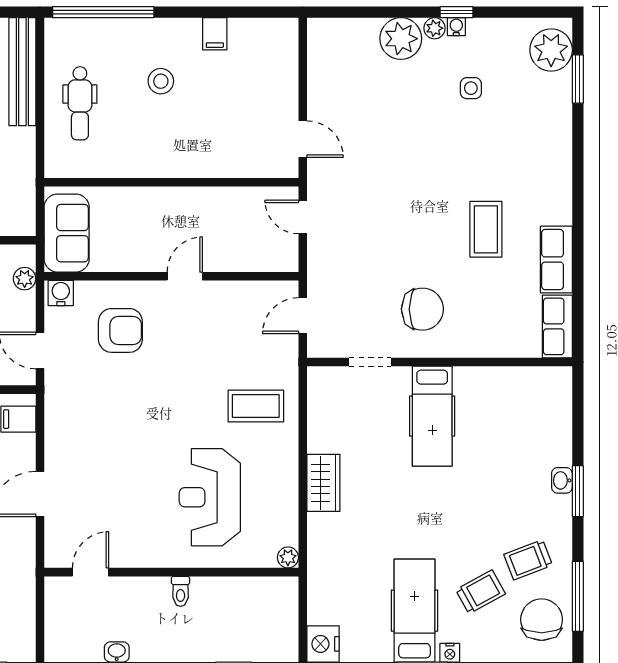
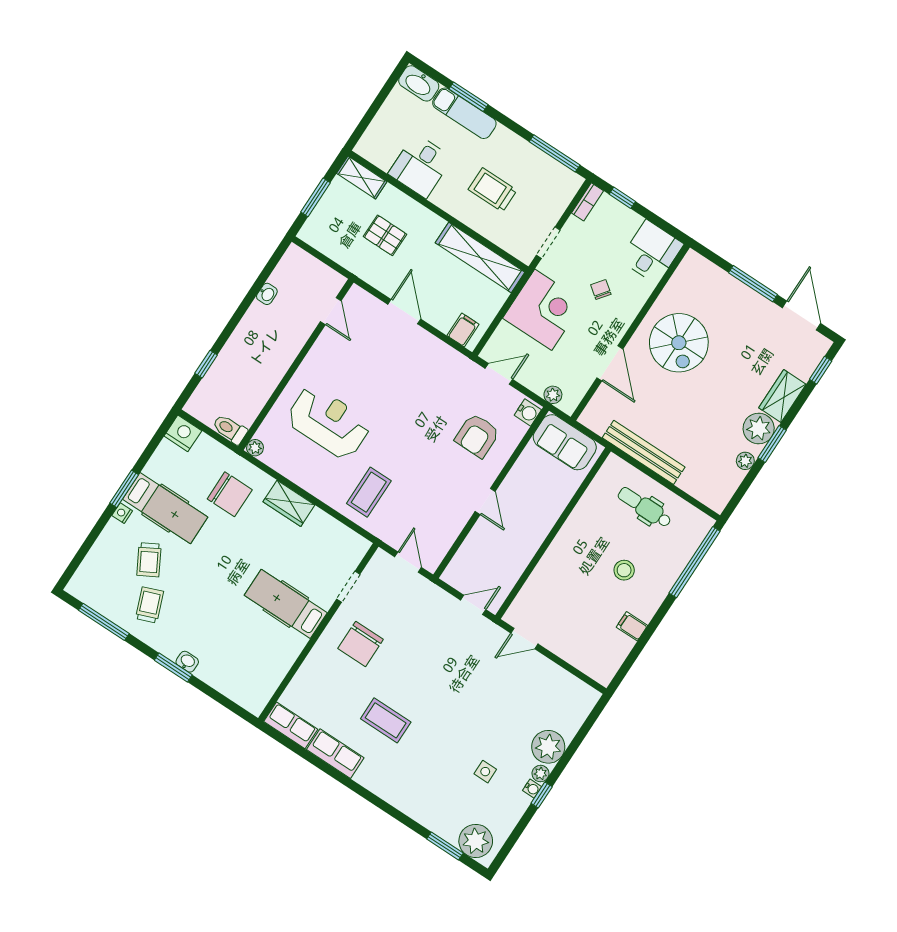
bench: (22, 72) -> (644, 452), moved
toilet: (181, 591) -> (230, 429), moved, width x1.37, depth x1.39
chair: (542, 620) -> (230, 494), moved

